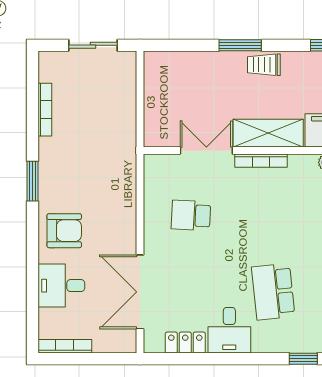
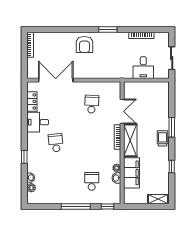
desk: (61, 286) -> (143, 68), moved, turned 180
school desk: (273, 292) -> (56, 143), width x0.54

